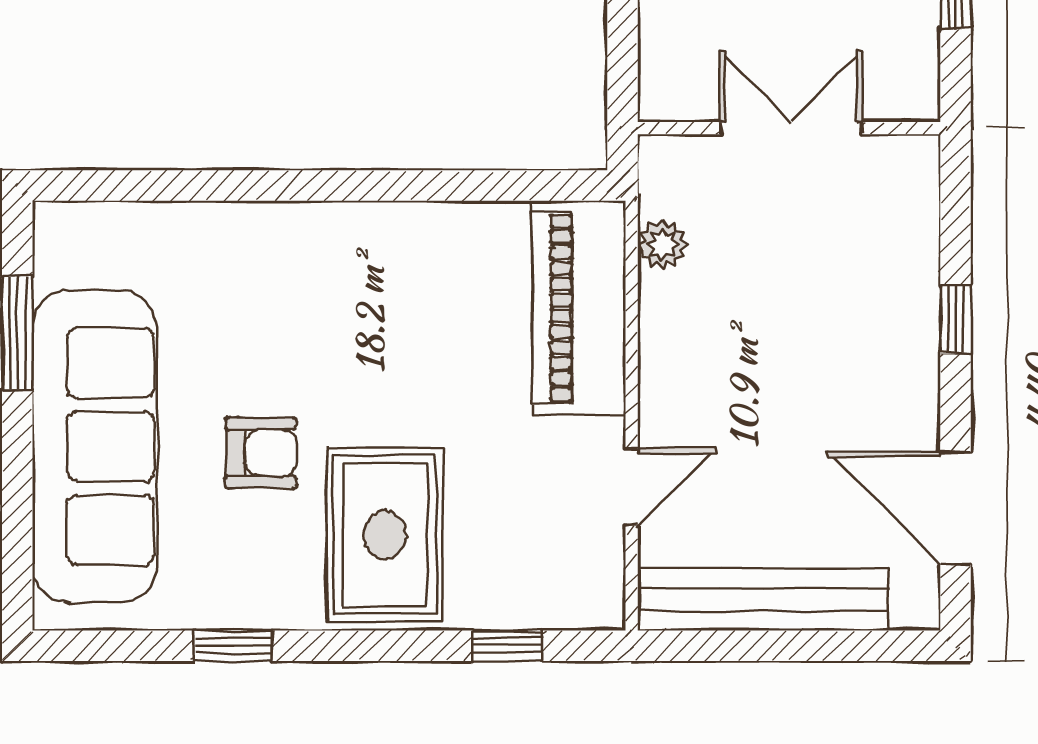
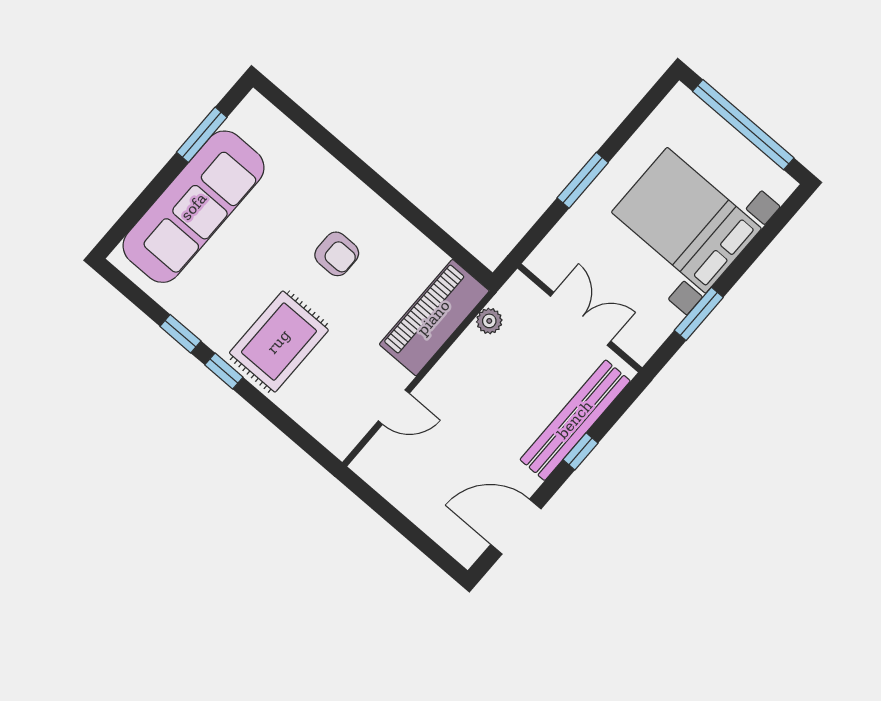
armchair: (261, 453) -> (337, 254), moved
door: (956, 508) -> (516, 527), hinge flipped
bench: (763, 599) -> (575, 420), moved, turned 90
window: (508, 646) -> (224, 371), moved

